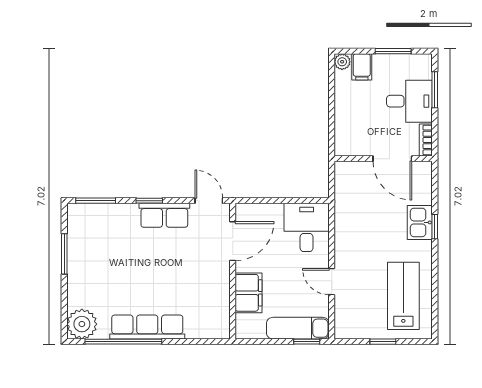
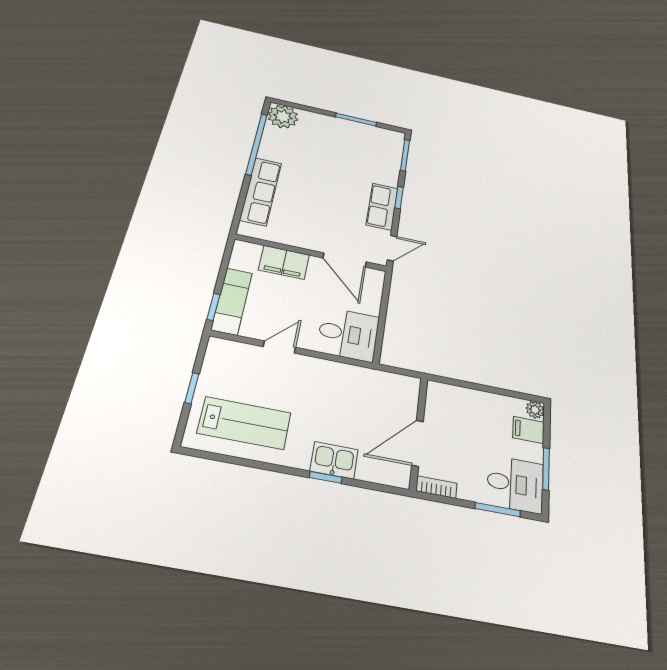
desk: (409, 101) -> (515, 484), moved, turned -90
row of seats: (147, 327) -> (261, 191), moved

